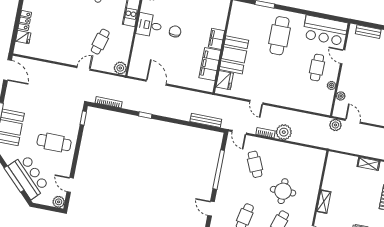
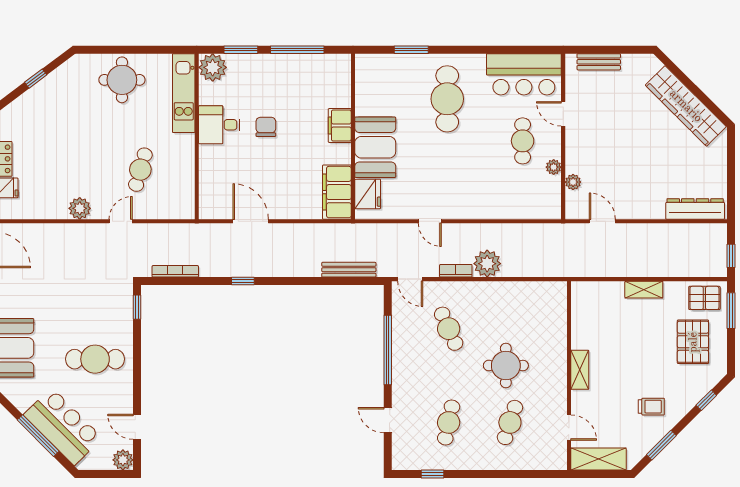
filing cabinet: (210, 64) -> (337, 192), moved
plant: (120, 68) -> (80, 208), moved
plant: (335, 125) -> (574, 234), removed

